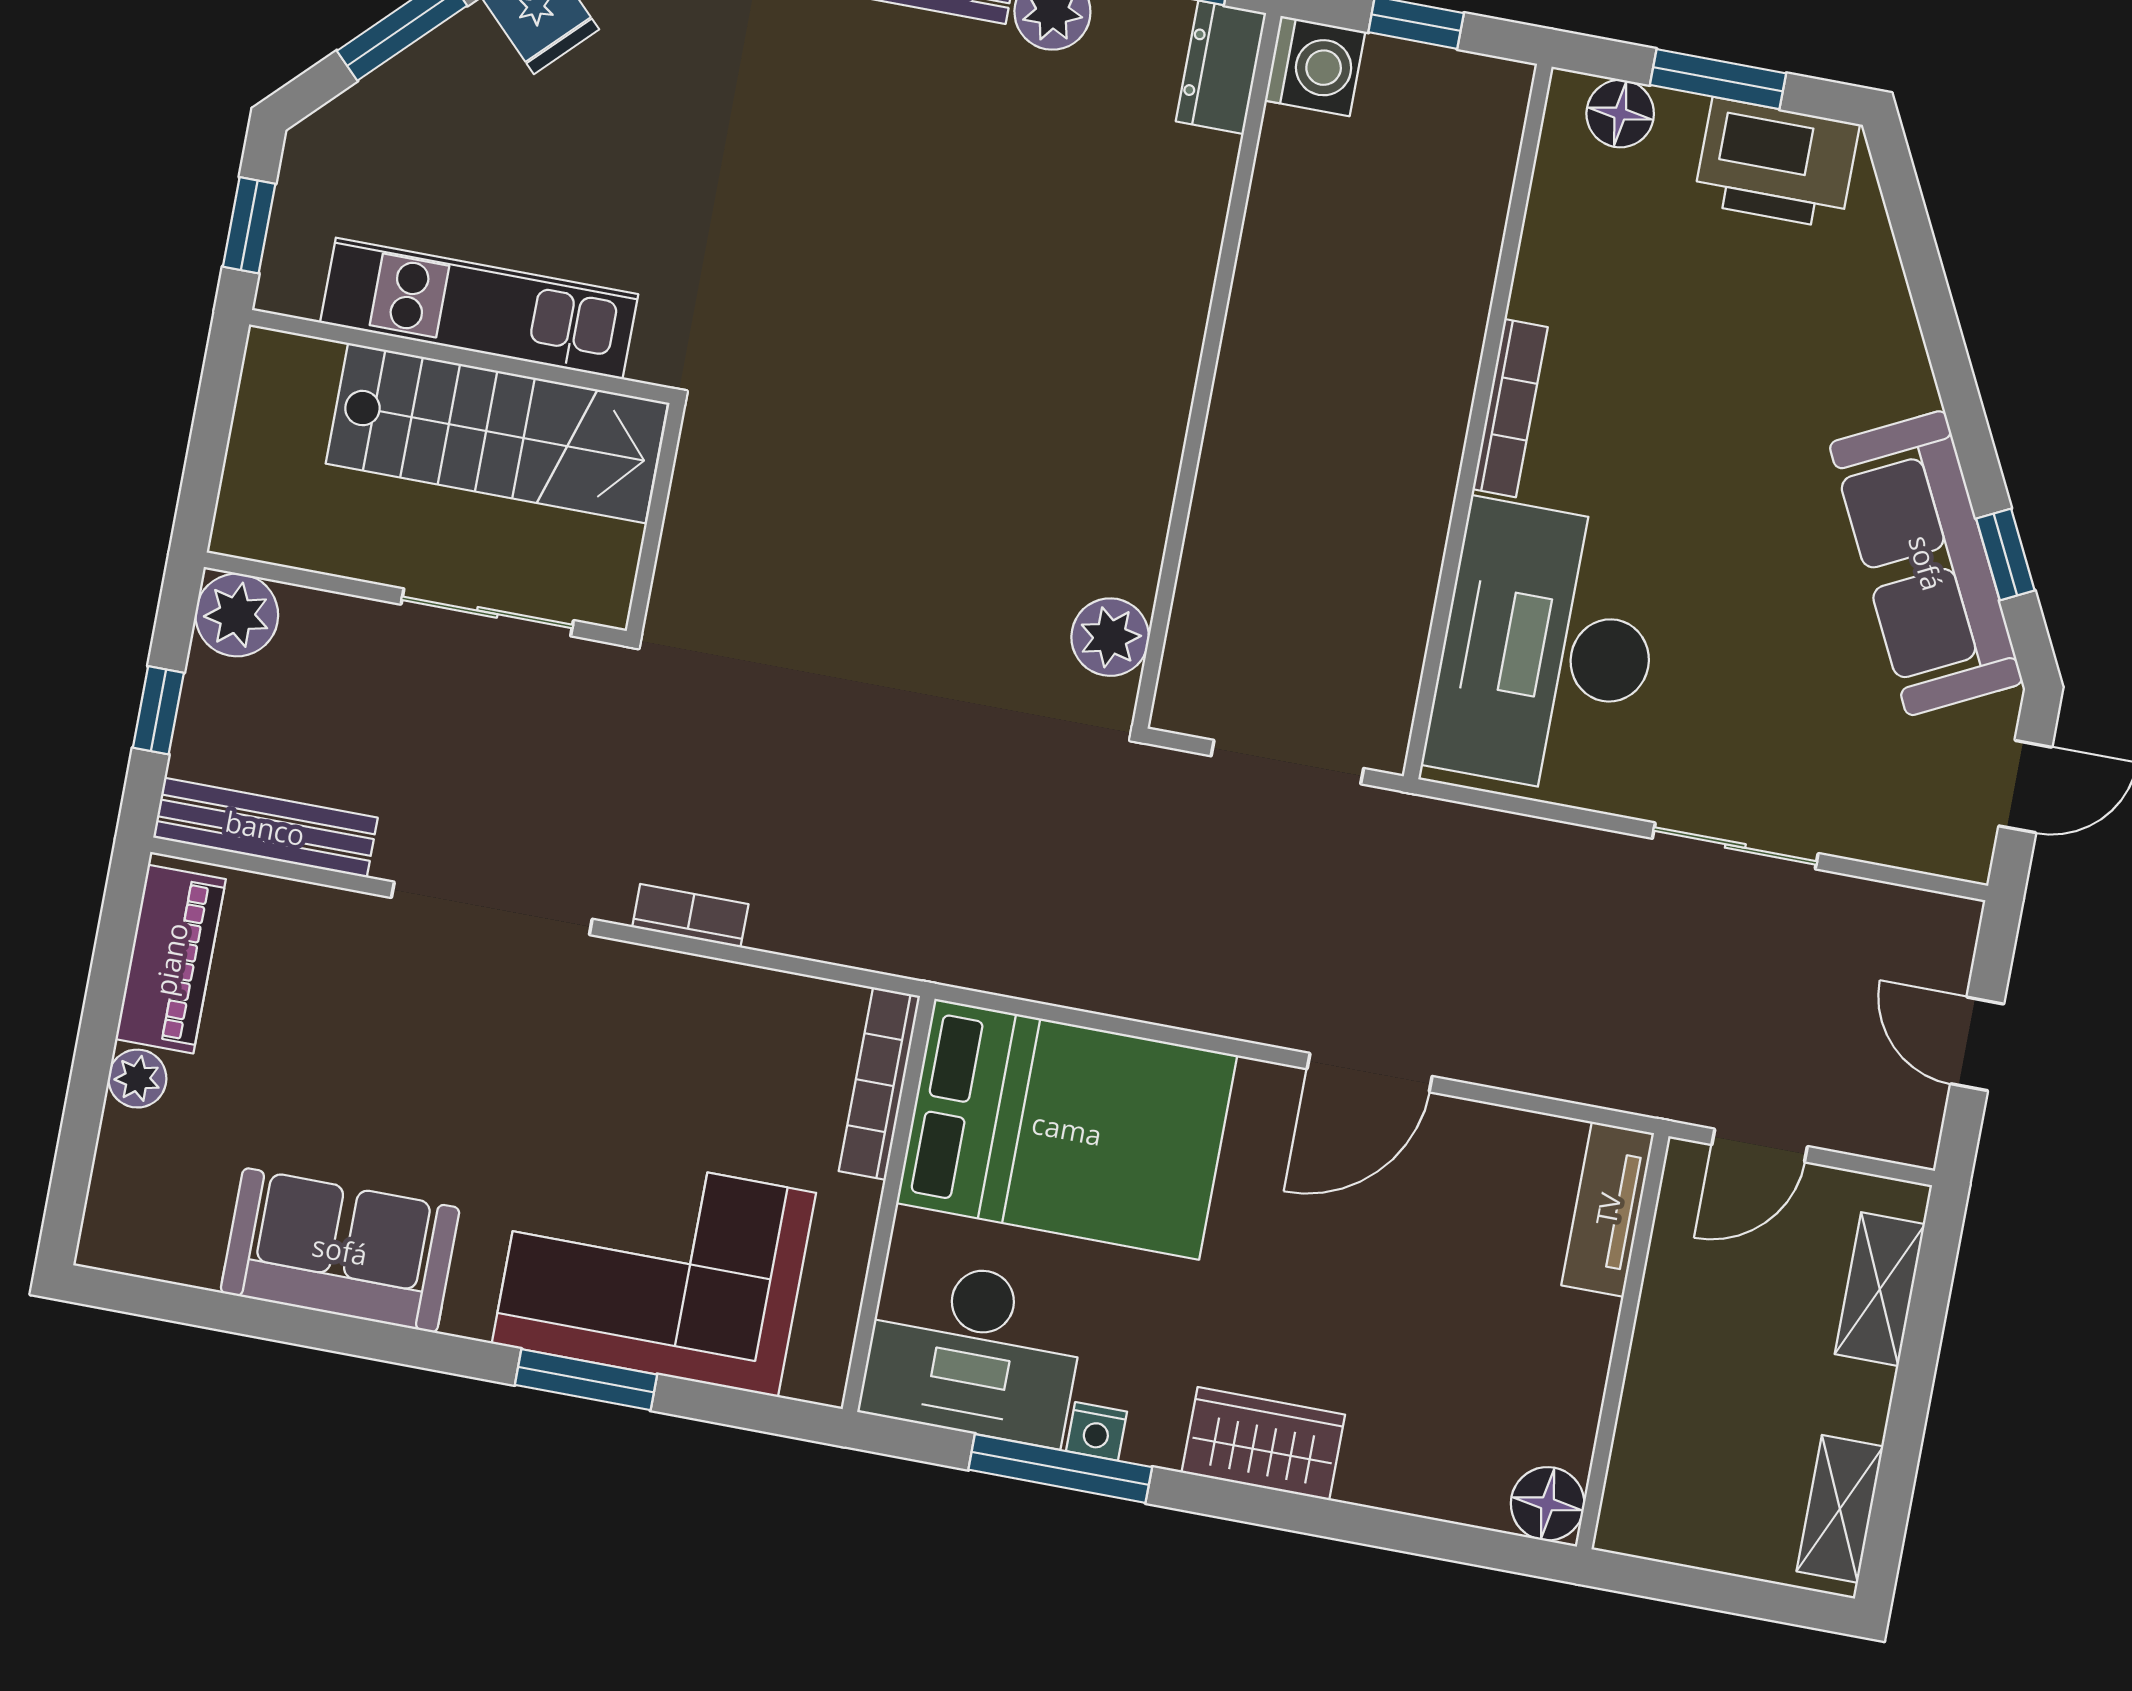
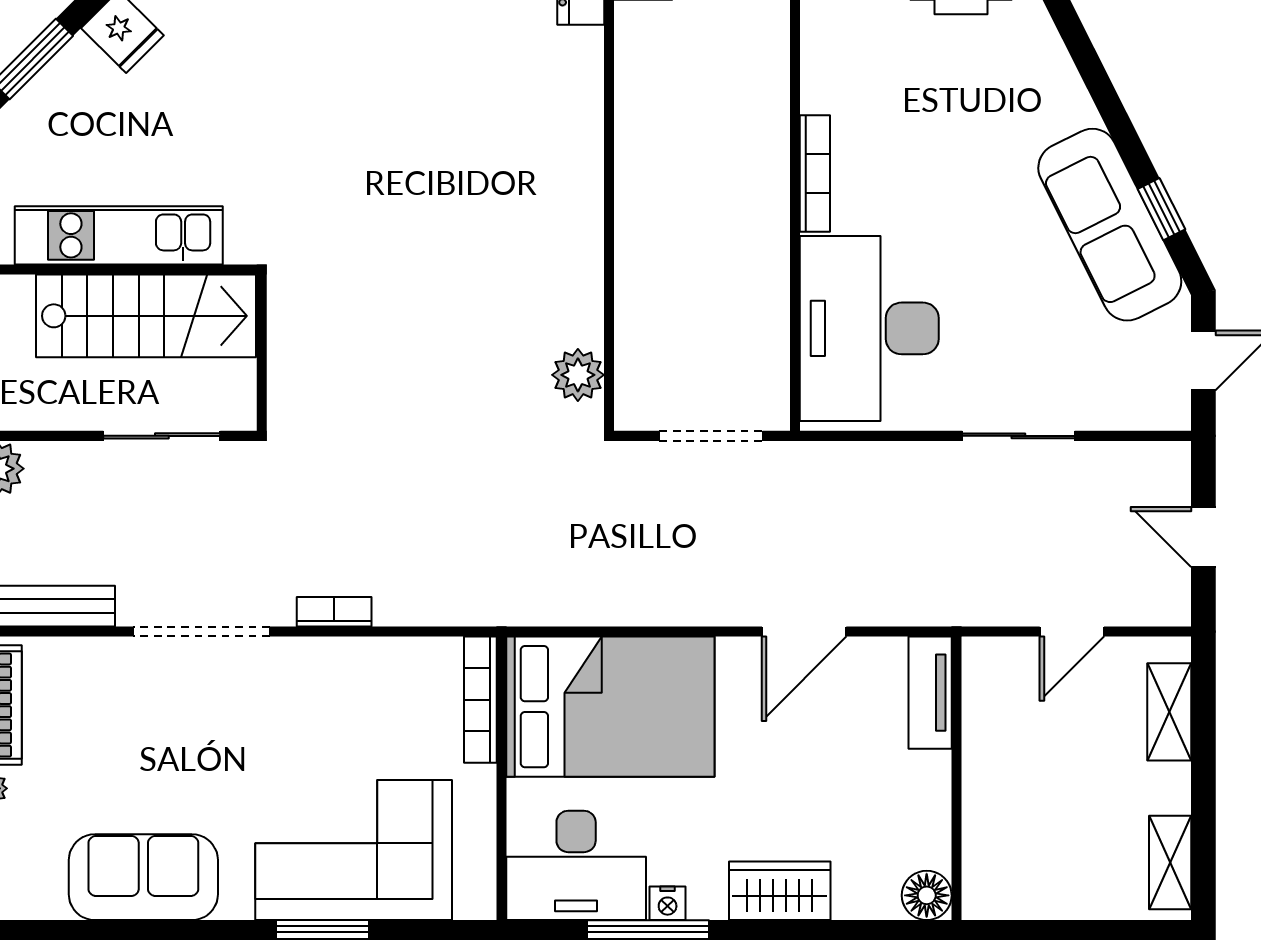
tv unit: (1608, 1209) -> (930, 693), moved
wall: (1623, 1341) -> (956, 778), moved
floor lamp: (1548, 1504) -> (927, 895), moved

